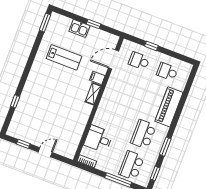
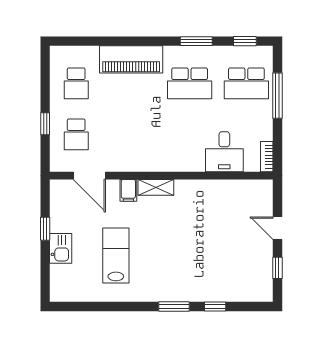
window: (45, 23) -> (174, 306), moved

